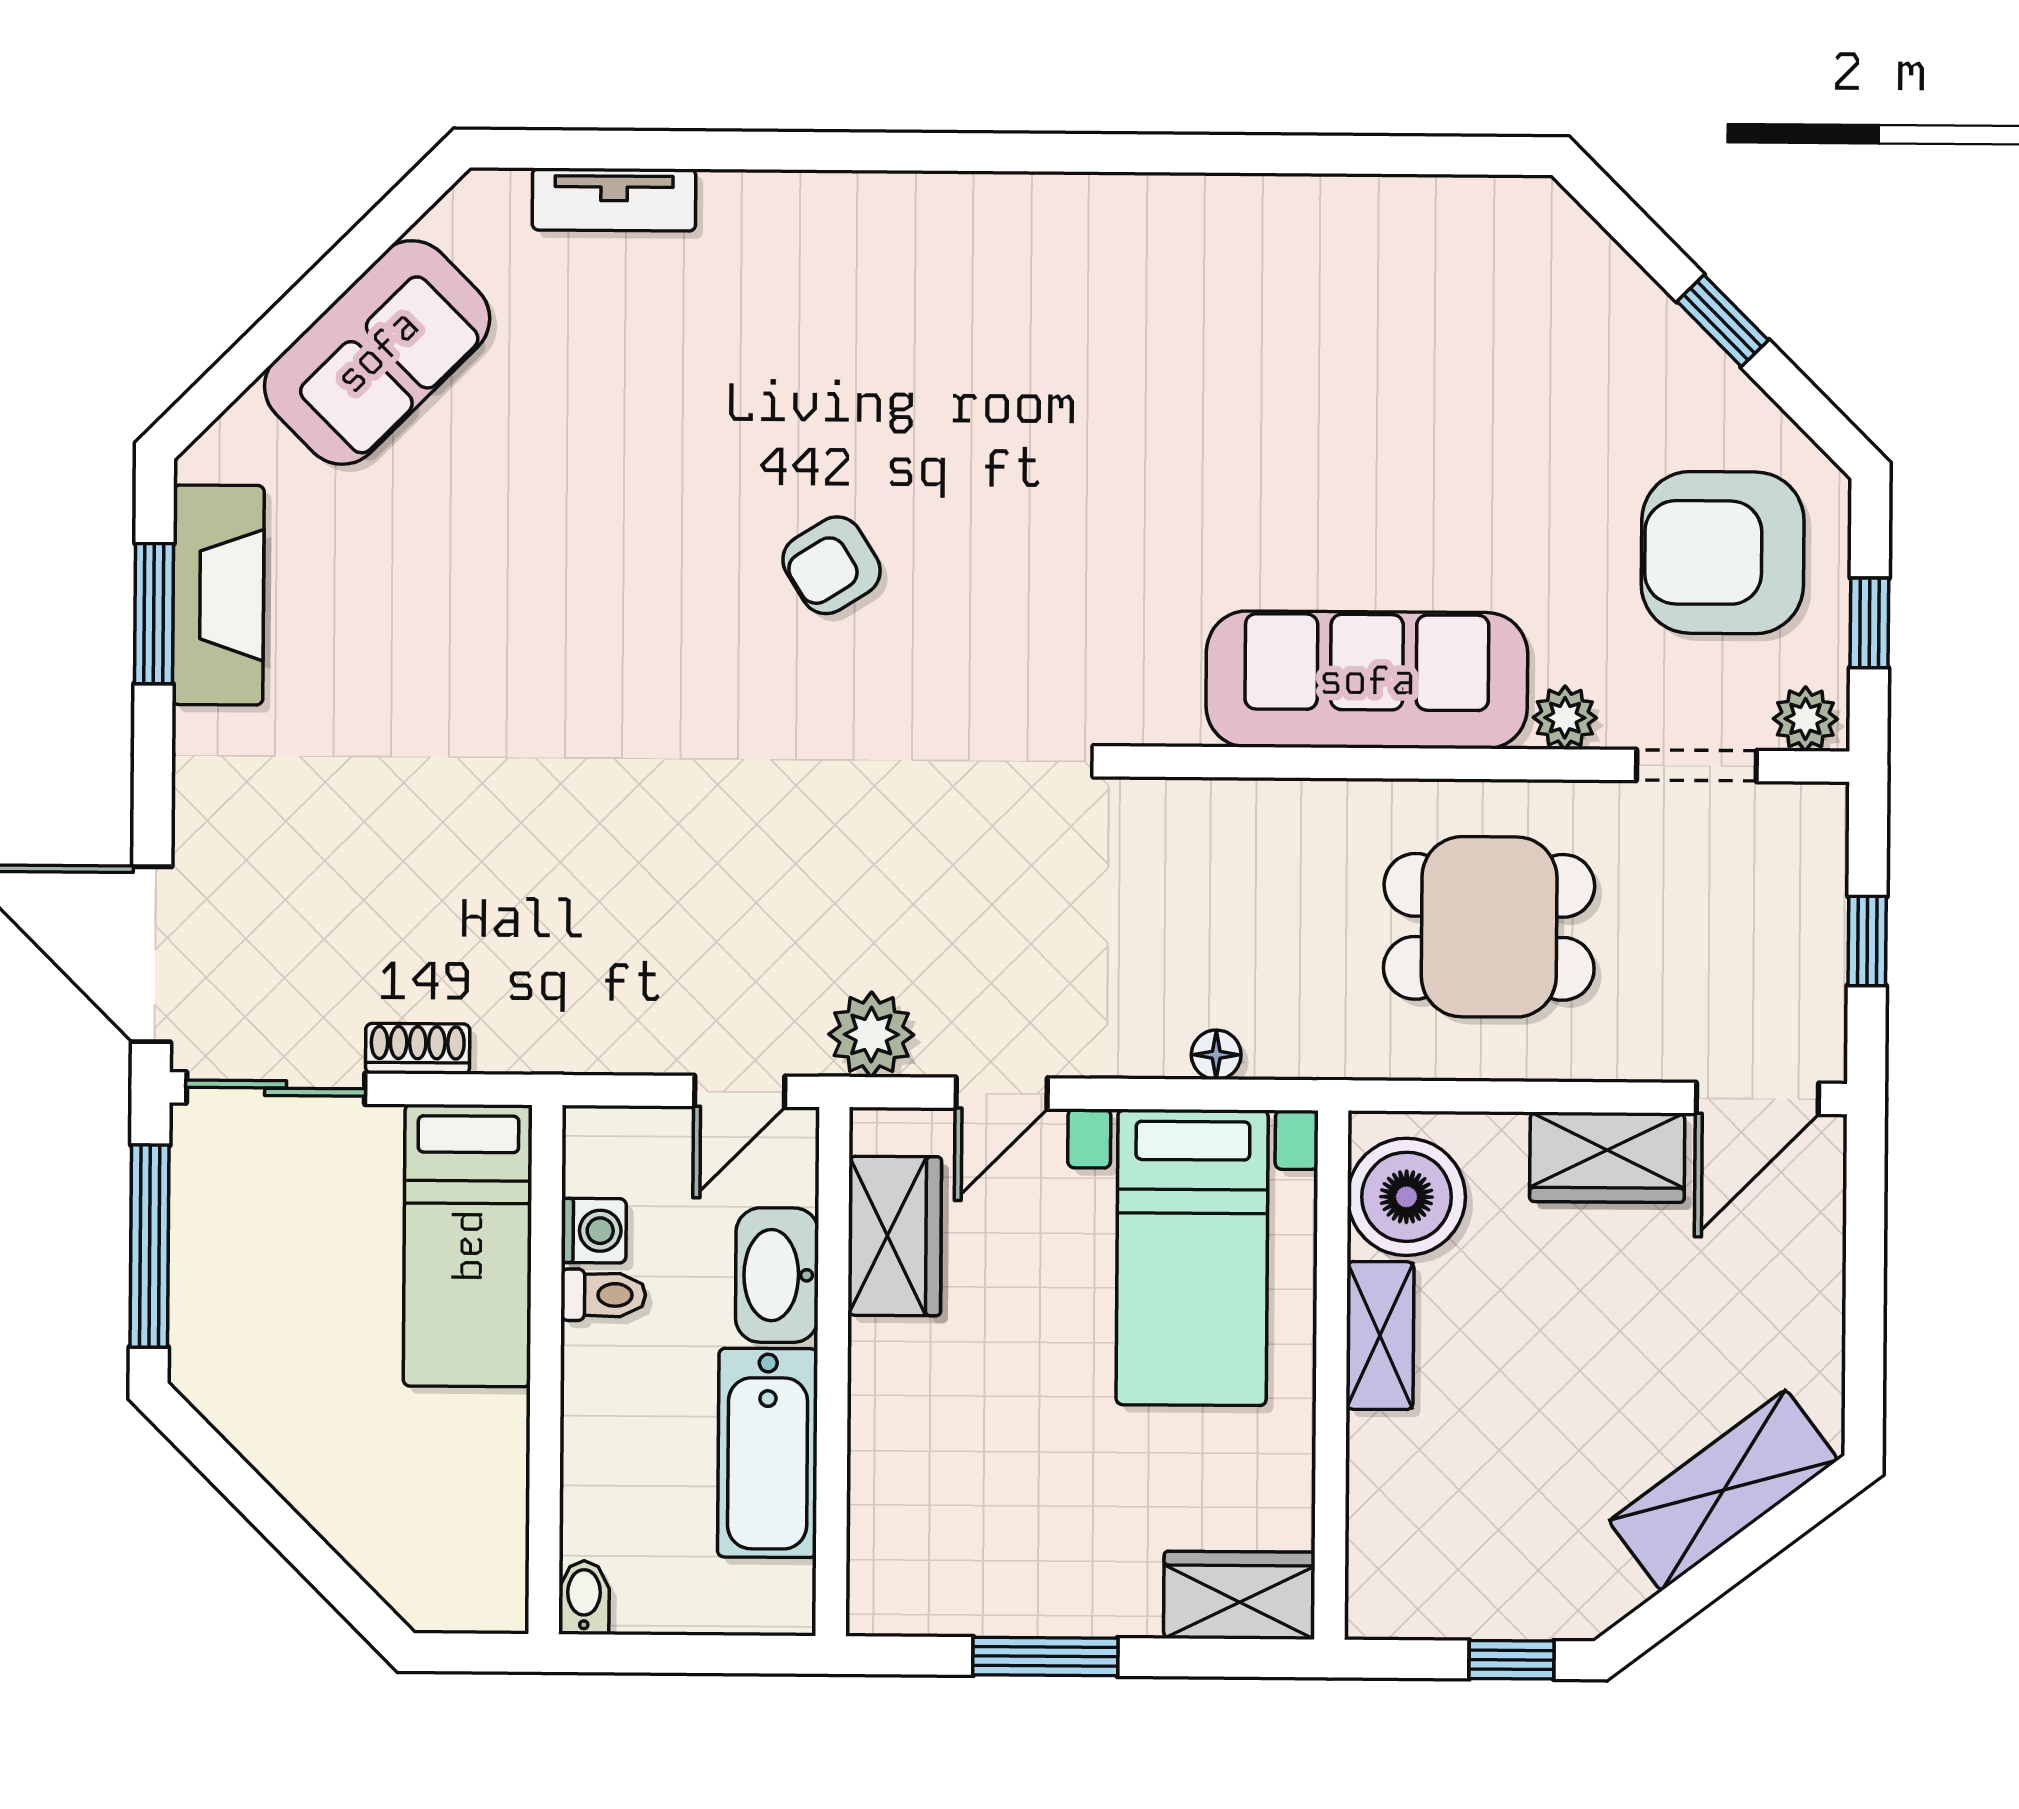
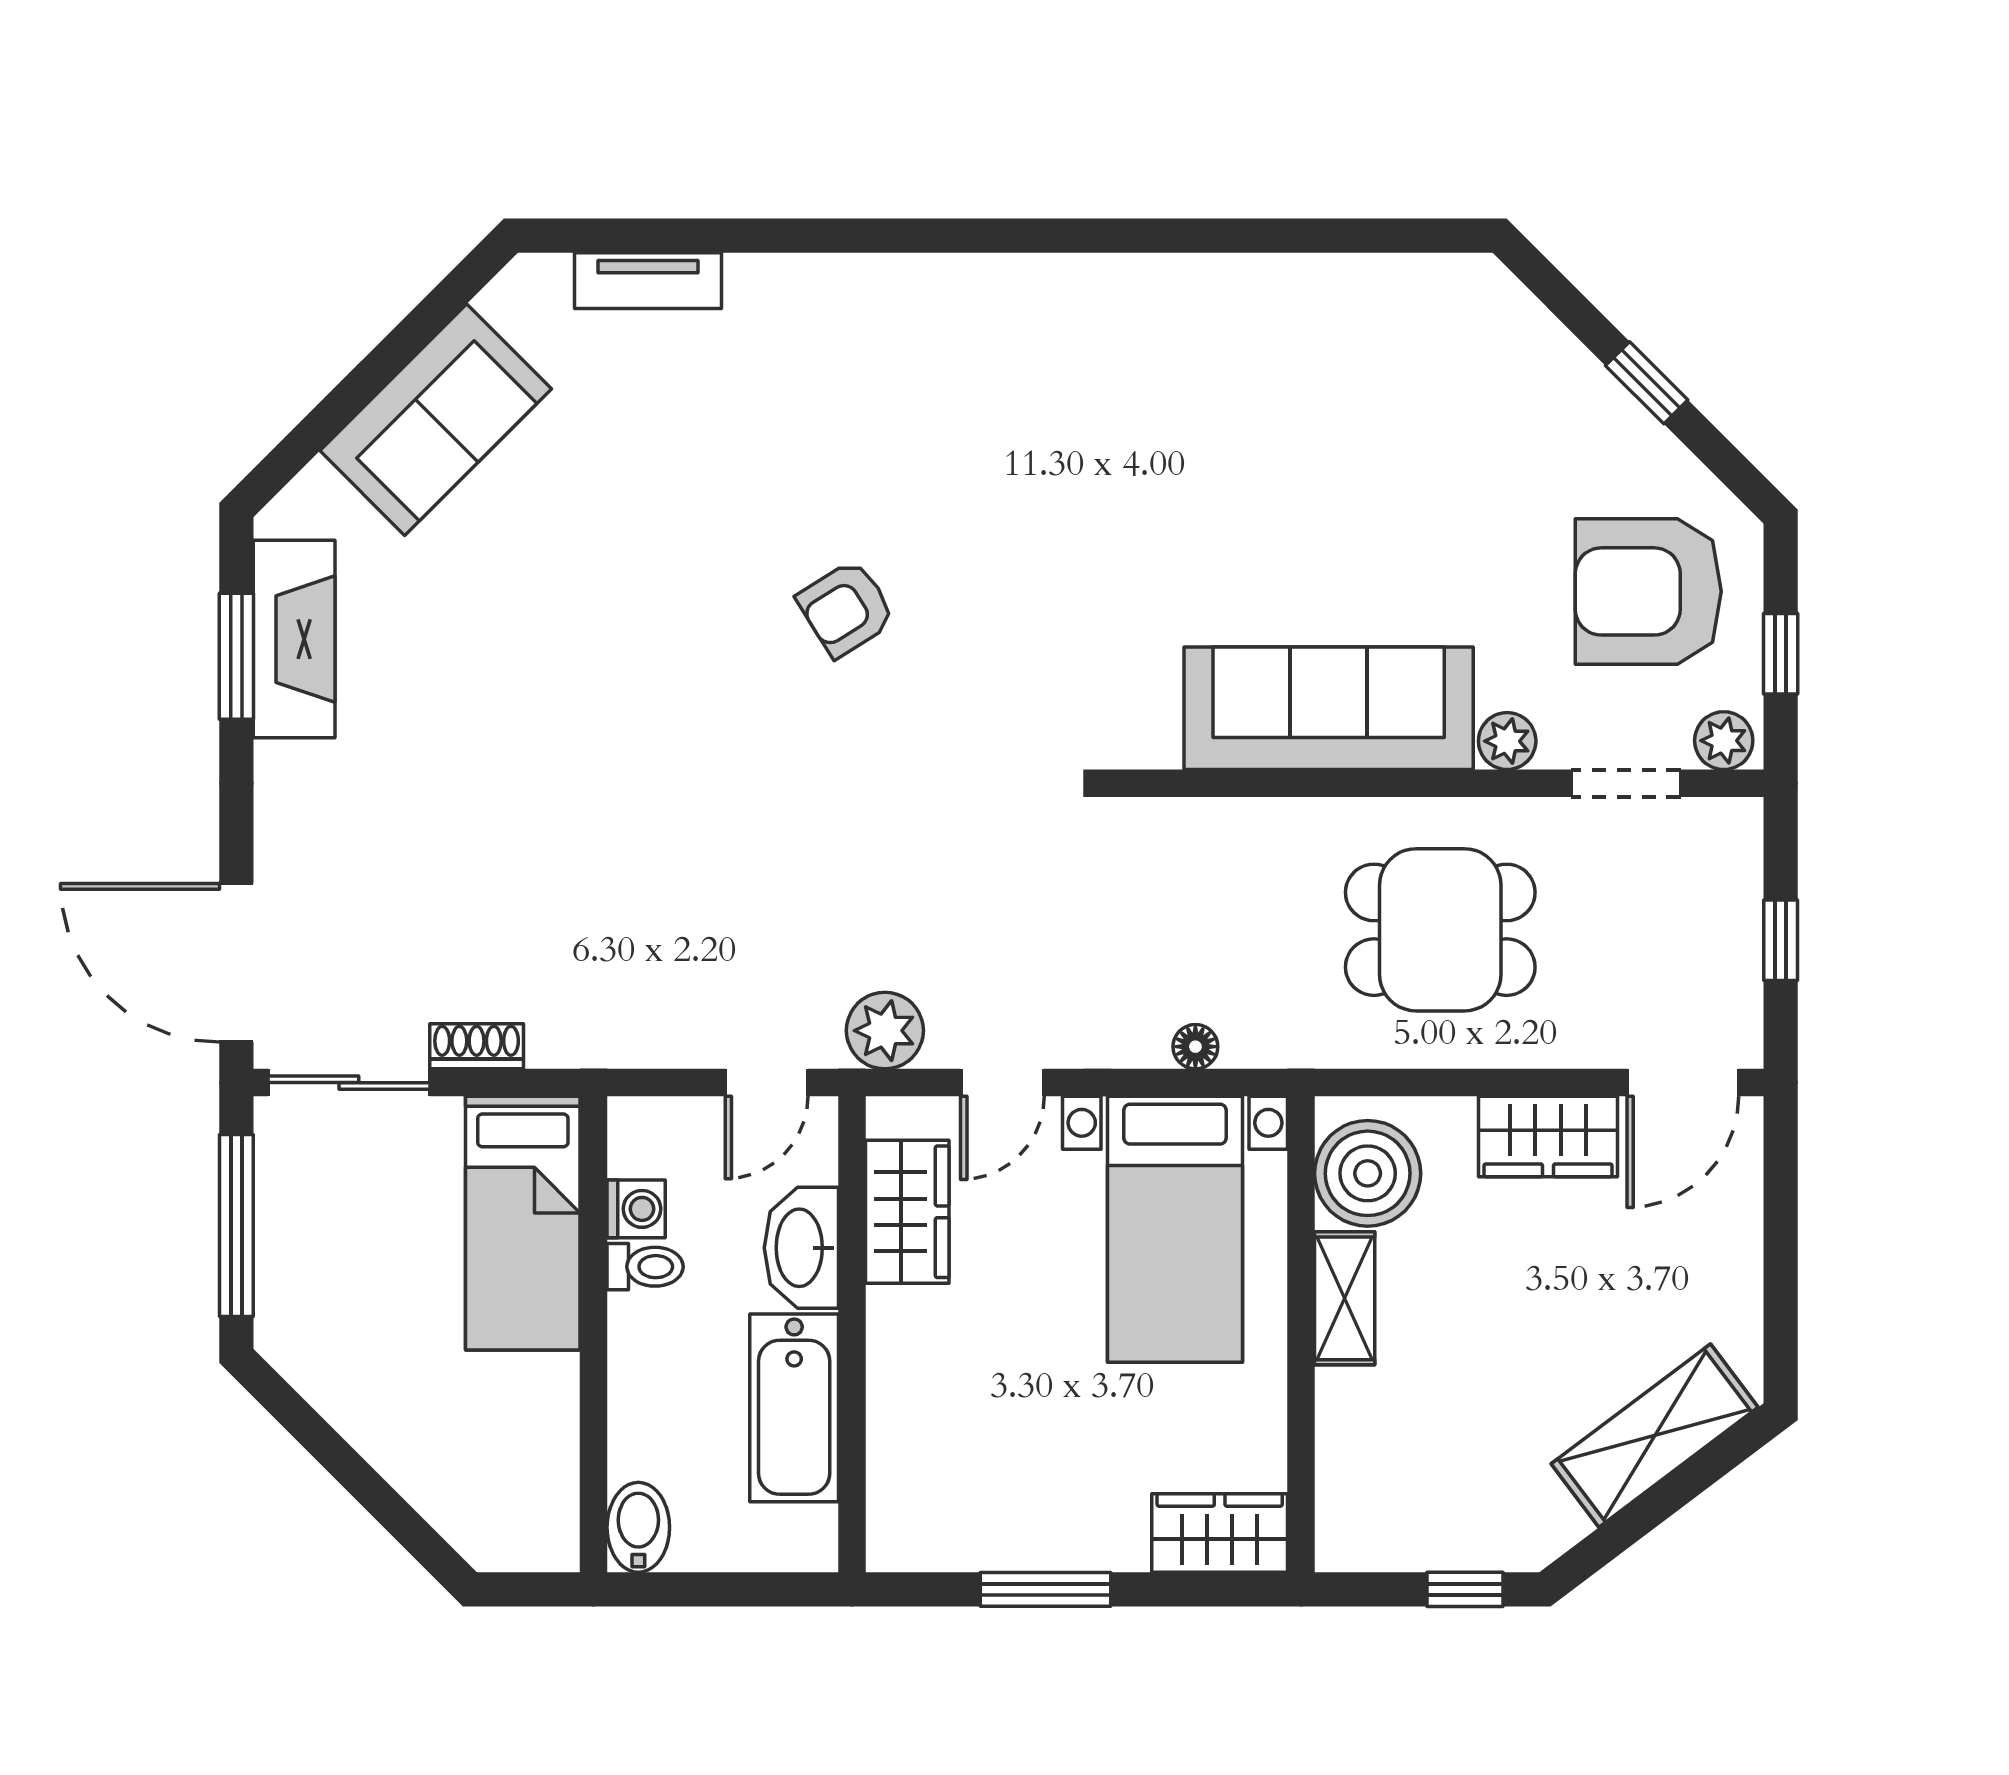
bidet: (584, 1598) -> (638, 1527), width x1.38, depth x1.36

